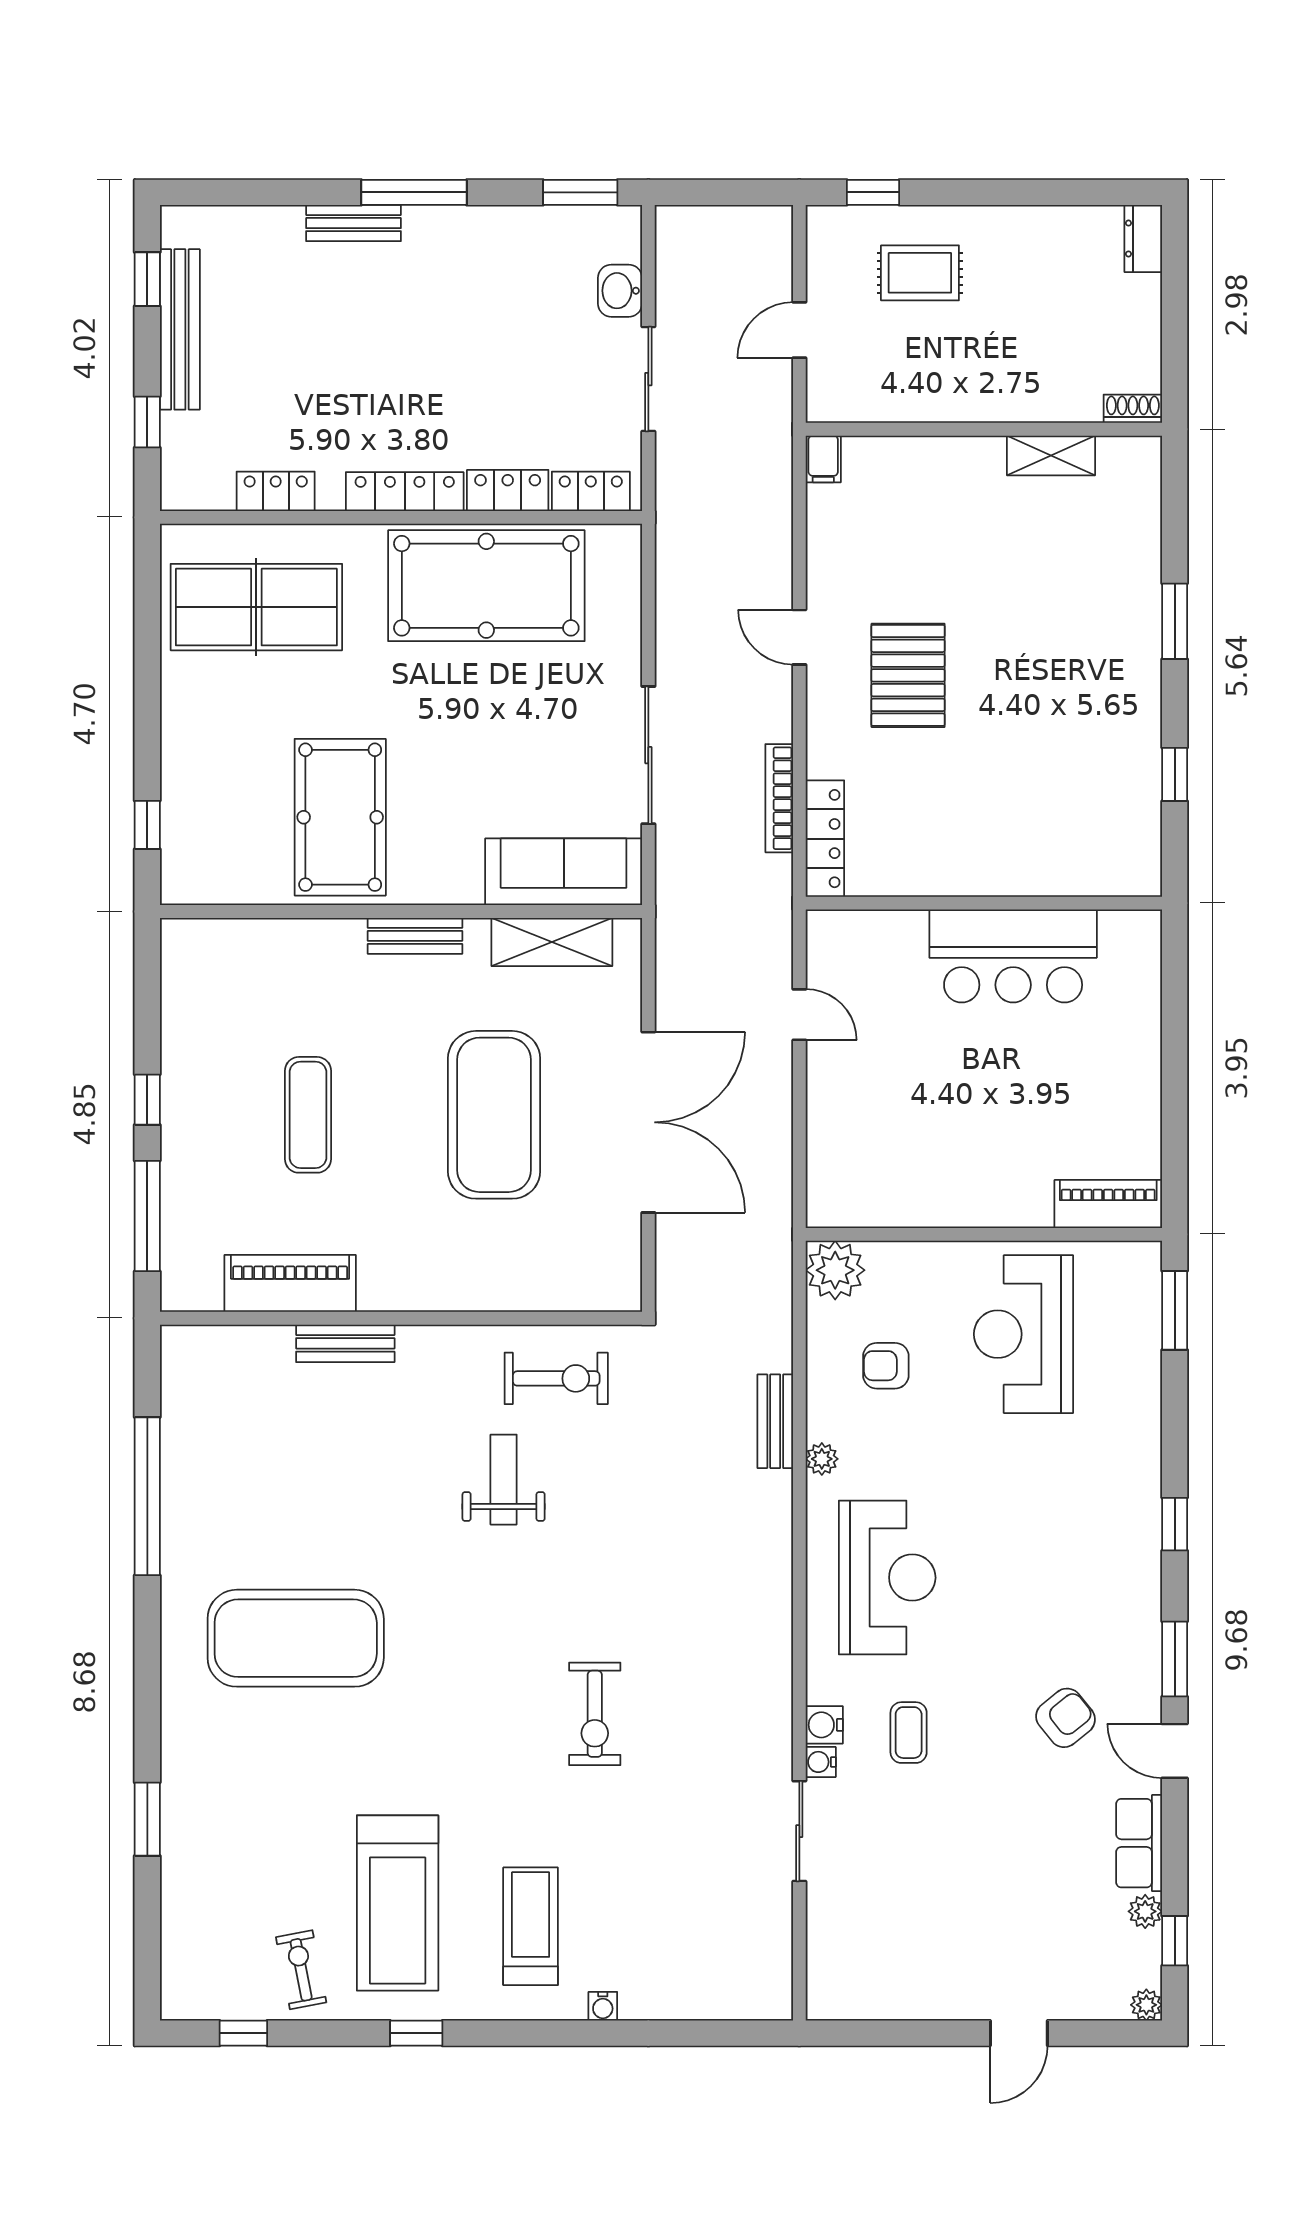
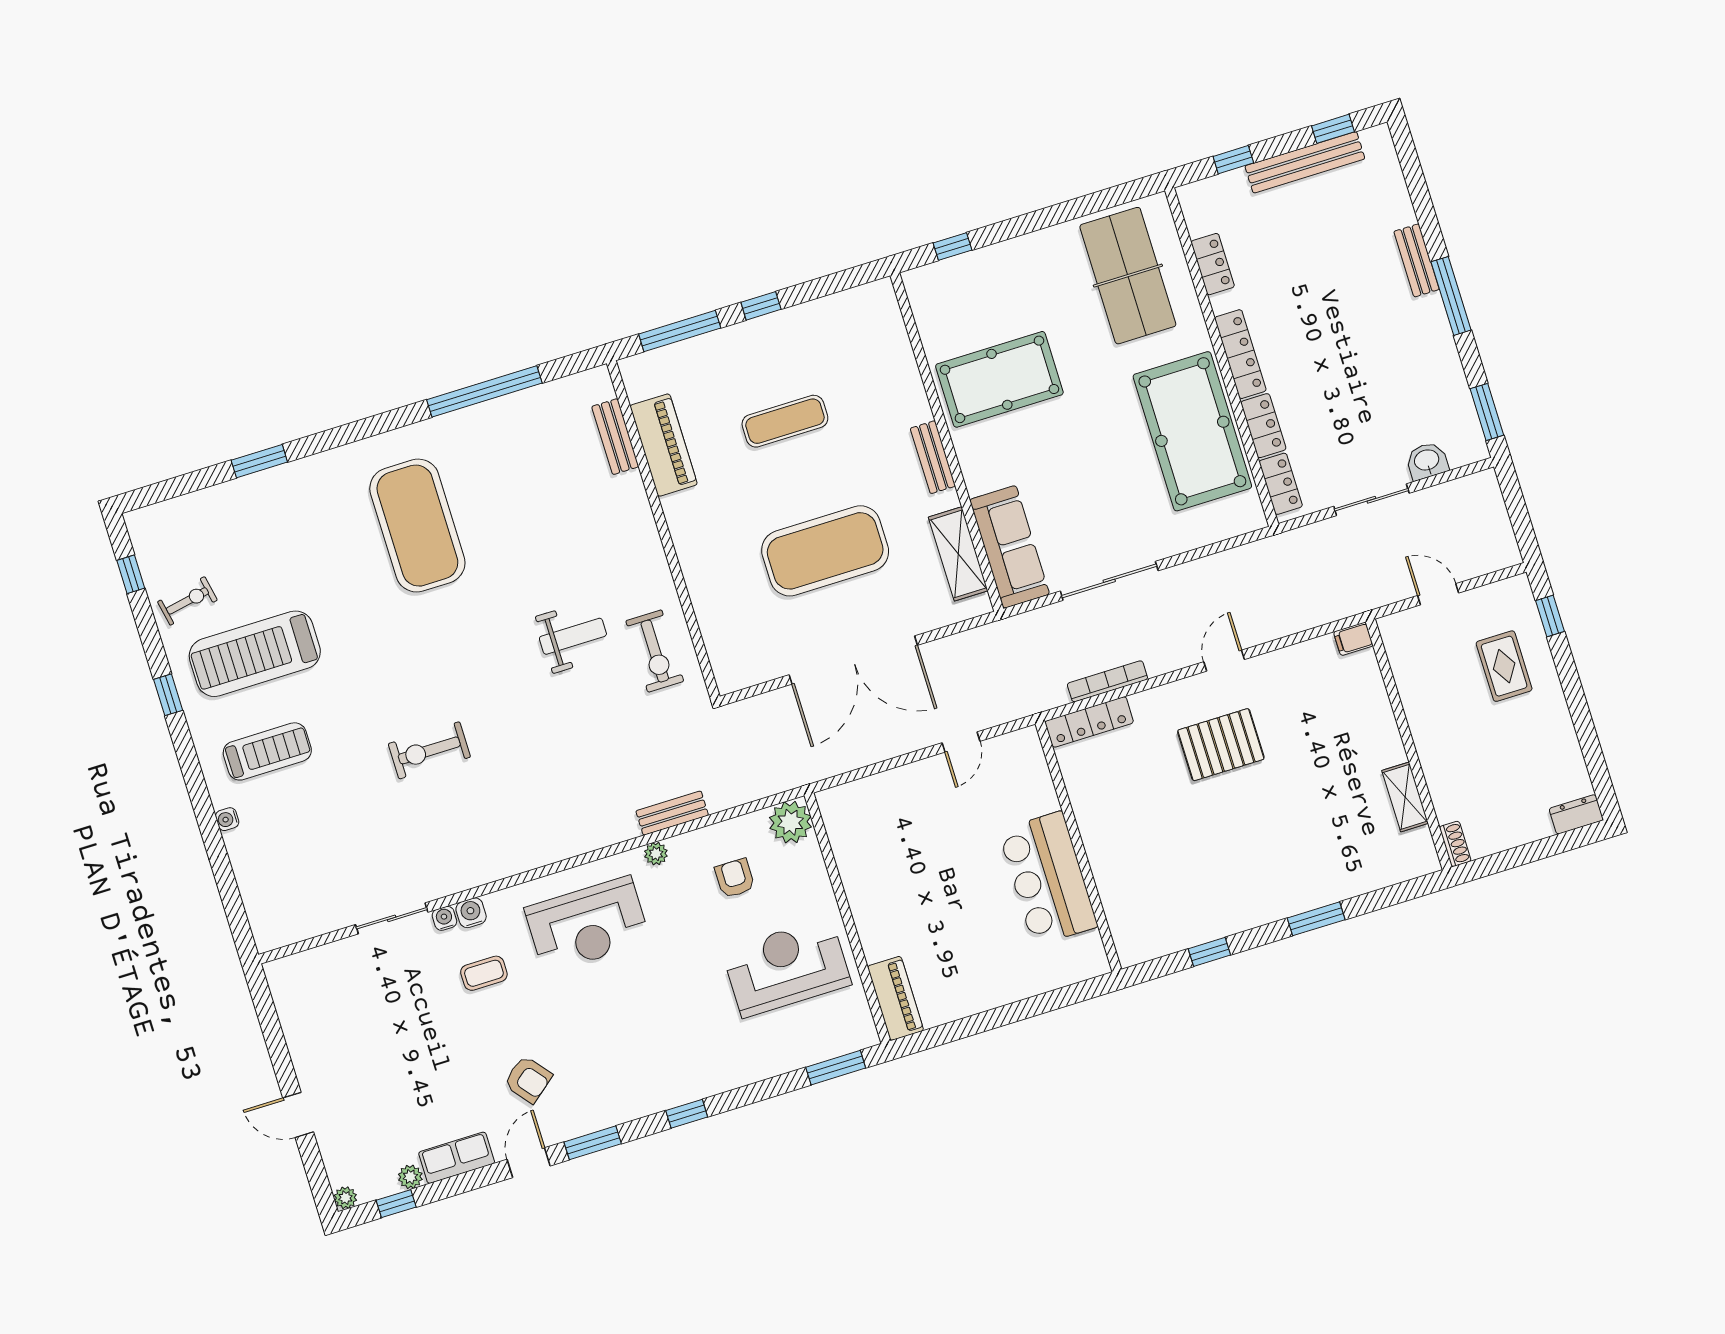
bench: (345, 1343) -> (615, 437), moved

